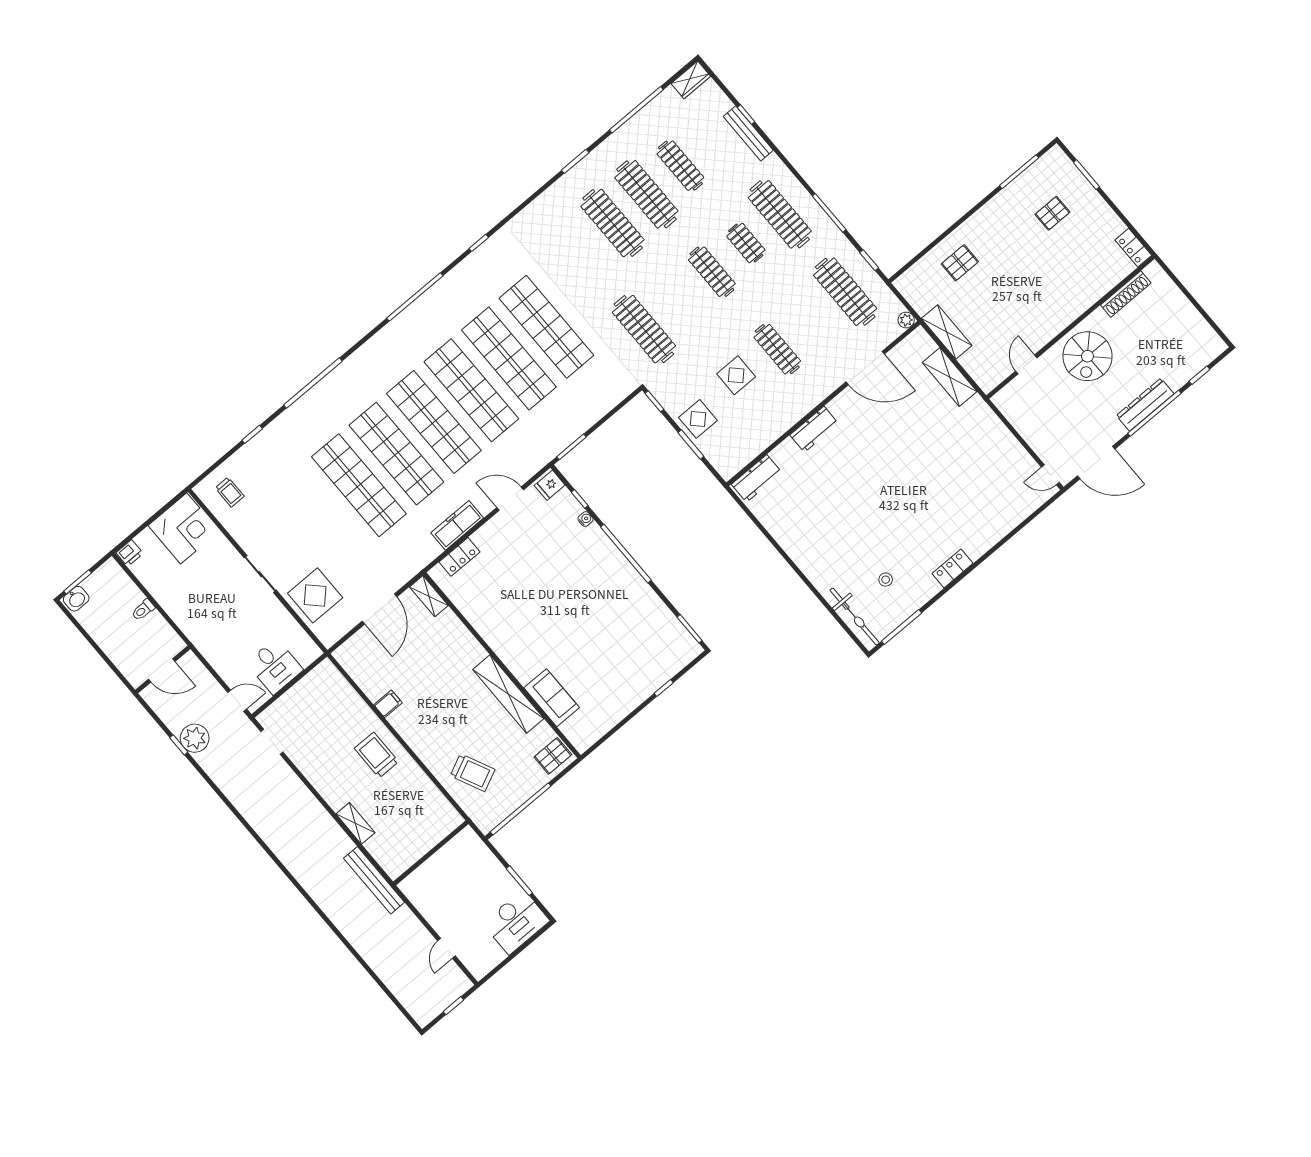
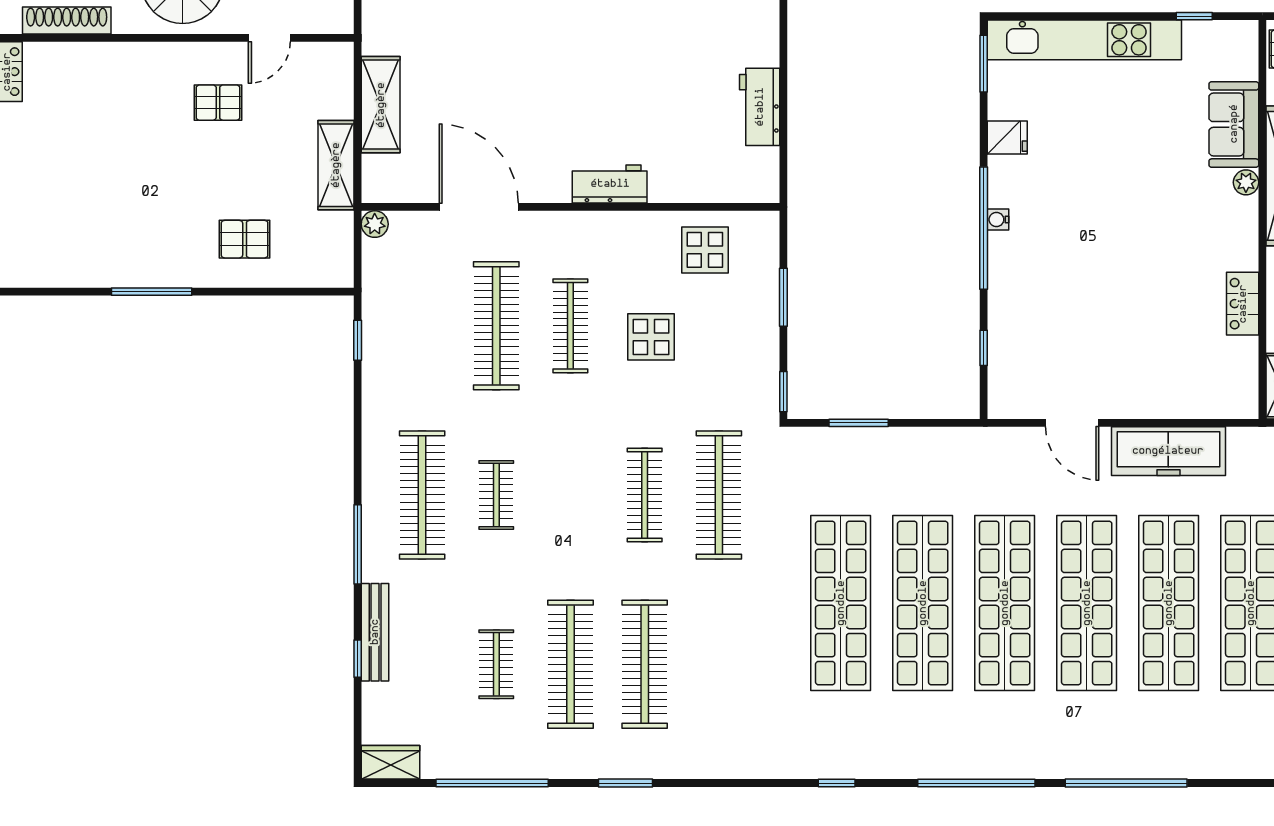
clothes rail: (680, 166) -> (496, 664), width x0.73
window: (1019, 172) -> (152, 292), moved
window: (829, 213) -> (358, 544), moved
pallet: (1052, 213) -> (218, 103), moved
clothes rail: (712, 272) -> (645, 495), moved
clothes rail: (845, 292) -> (496, 326), moved
window: (313, 383) -> (1126, 783), moved
display table: (698, 419) -> (705, 250), moved
window: (571, 447) -> (859, 423), moved
workbench: (757, 478) -> (760, 107), moved, turned -90
fridge: (550, 485) -> (1007, 137), moved
water cooler: (585, 519) -> (998, 220), moved
freezer: (457, 525) -> (1168, 451), width x1.36, depth x1.26
locker: (459, 557) -> (1243, 304), moved, turned -90
plant: (524, 676) -> (1246, 182), added
kitchen unit: (653, 679) -> (1084, 40), added
window: (664, 688) -> (1194, 16), moved

